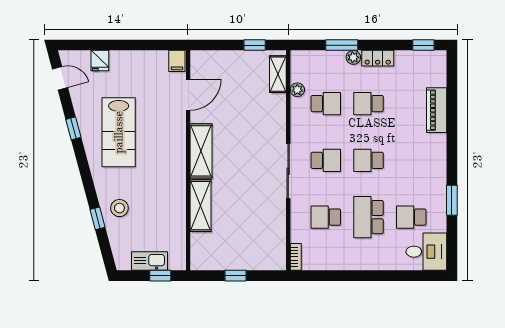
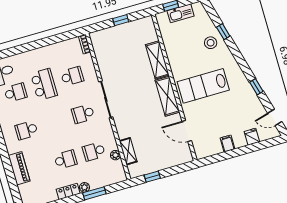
filing cabinet: (177, 61) -> (227, 143), moved
shelving: (278, 74) -> (128, 151), moved
door: (188, 95) -> (187, 131), hinge flipped
lab bench: (119, 132) -> (203, 86), moved, turned -90
school desk: (368, 160) -> (26, 130), moved, turned 180

